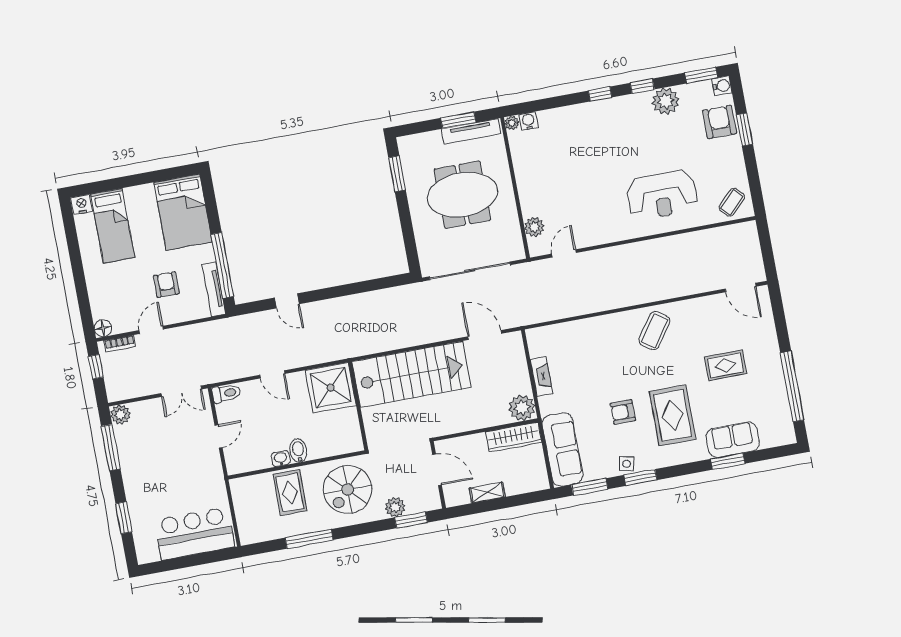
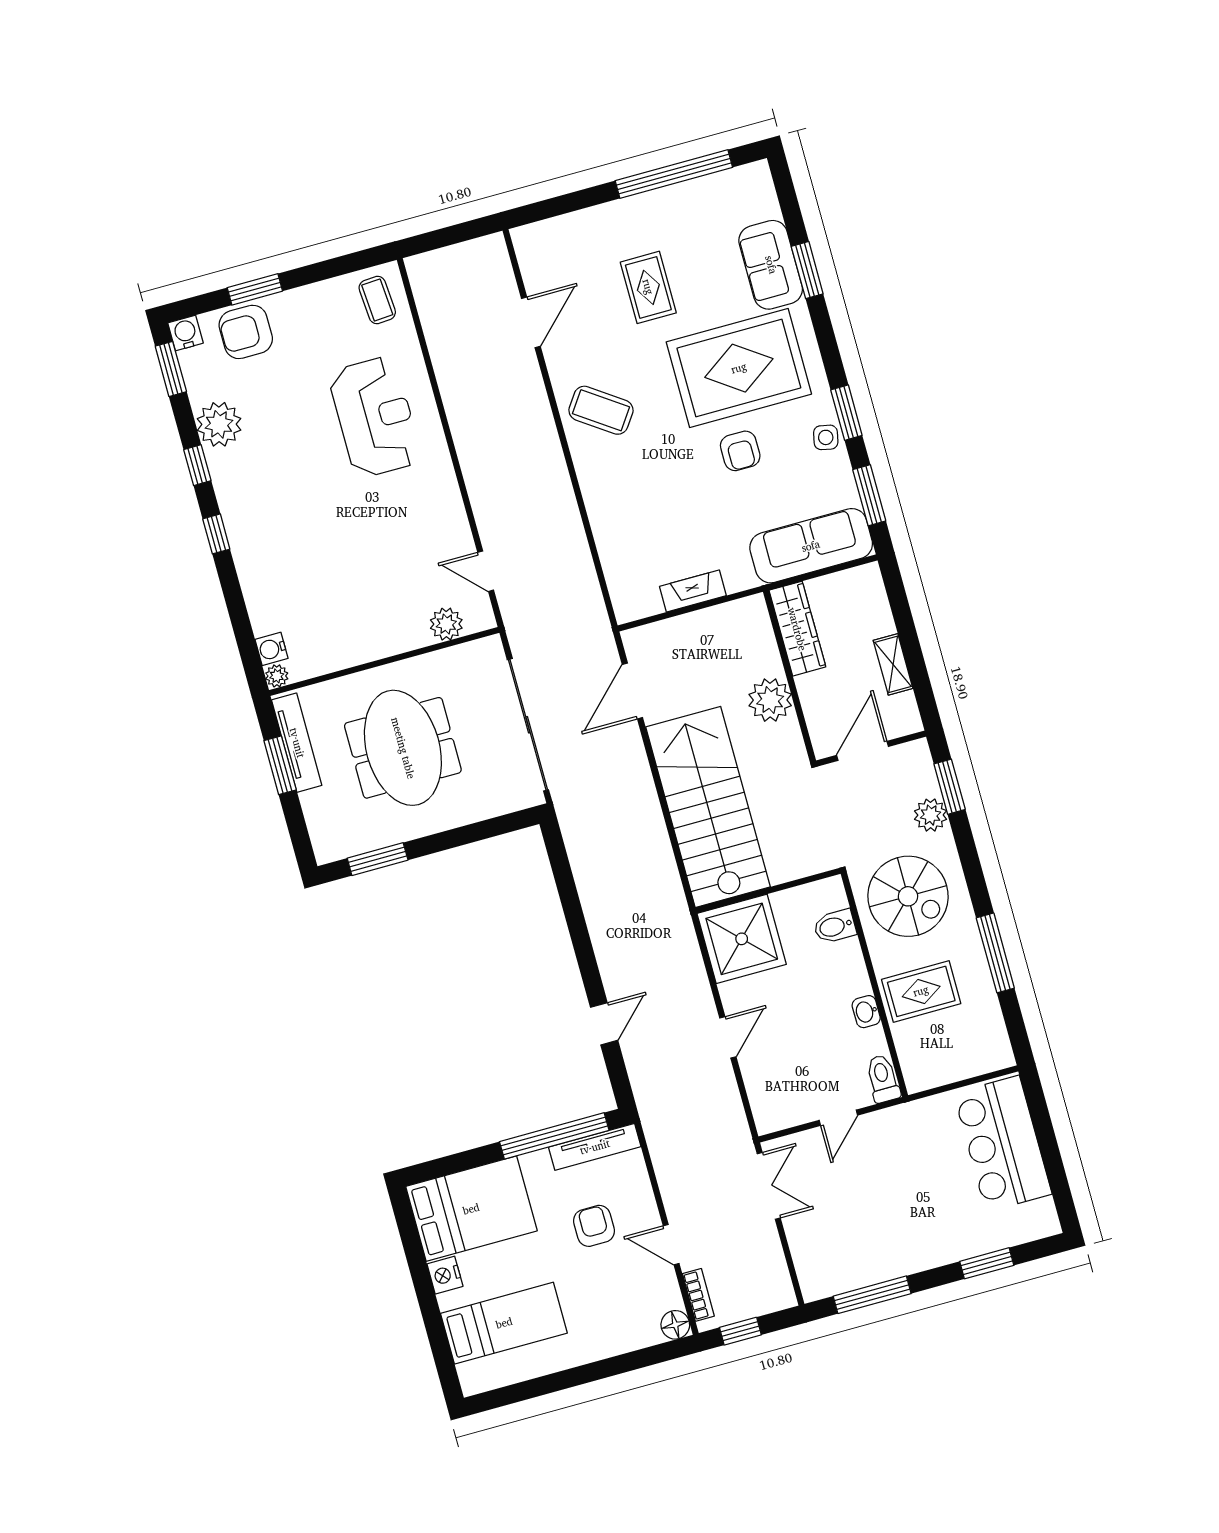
coffee table: (732, 202) -> (377, 300), turned 41
nightstand: (82, 204) -> (445, 1275), moved
armchair: (166, 285) -> (594, 1226), turned 90
door: (741, 288) -> (531, 322), moved
toilet: (226, 393) -> (883, 1079), moved
plant: (522, 408) -> (770, 700), moved
plant: (120, 415) -> (816, 1284), removed
rug: (673, 415) -> (739, 368), width x1.37, depth x1.44
door: (219, 436) -> (838, 1118), swing flipped
bidet: (298, 451) -> (835, 926), moved

